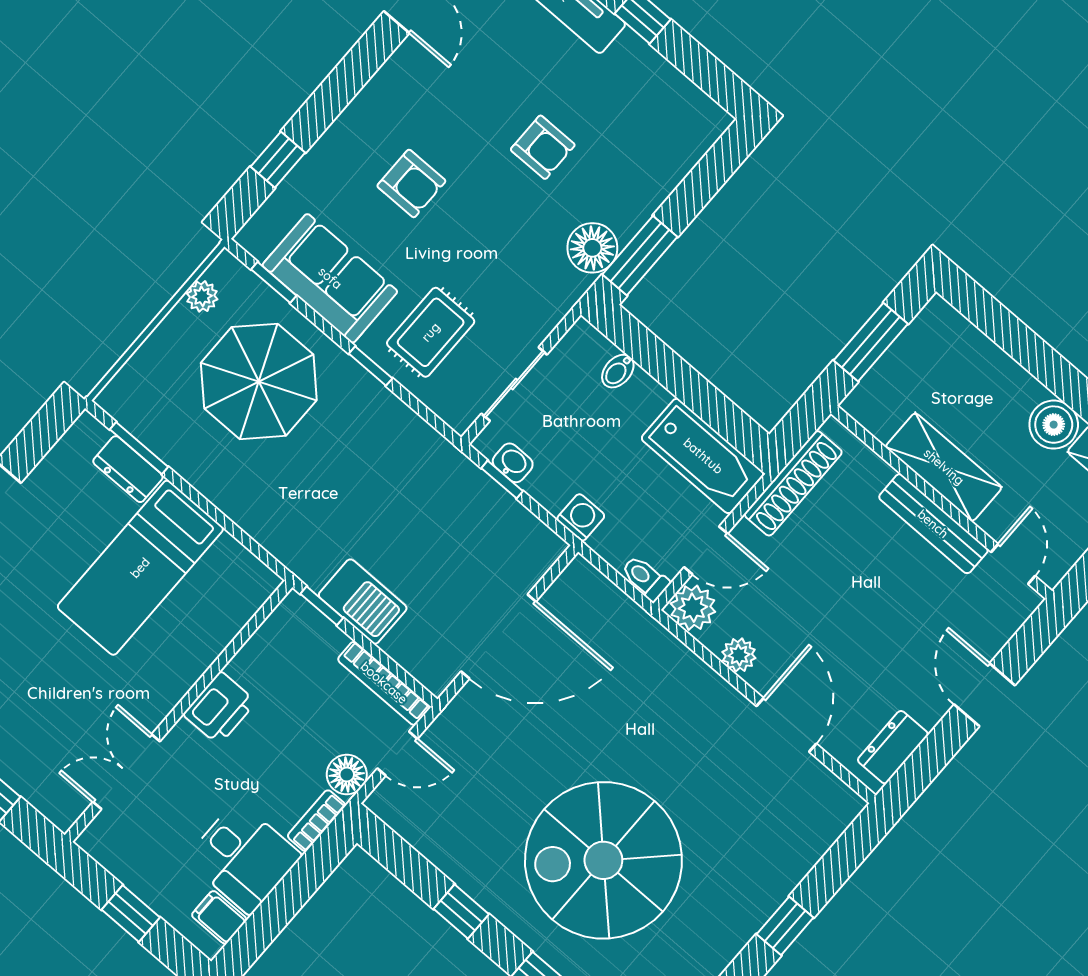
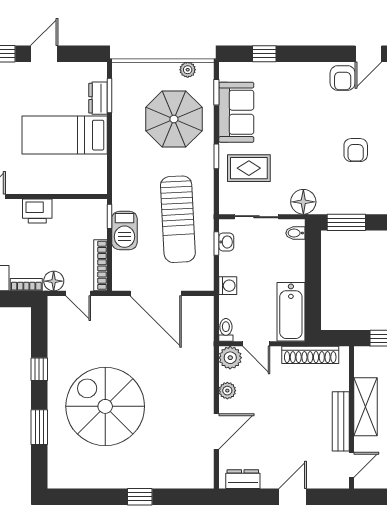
armchair: (411, 183) -> (343, 78), moved
floor lamp: (592, 248) -> (303, 202), moved
bidet: (618, 371) -> (295, 233), moved
sun lounger: (415, 506) -> (178, 219), added

